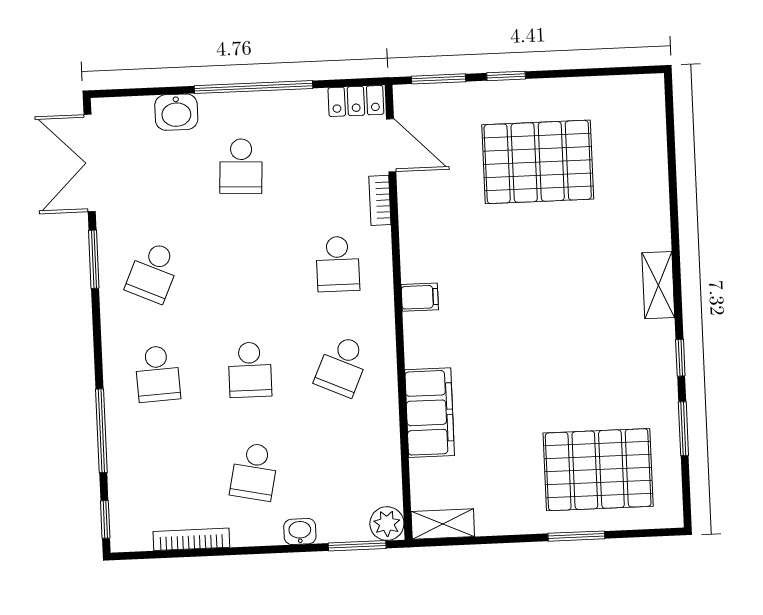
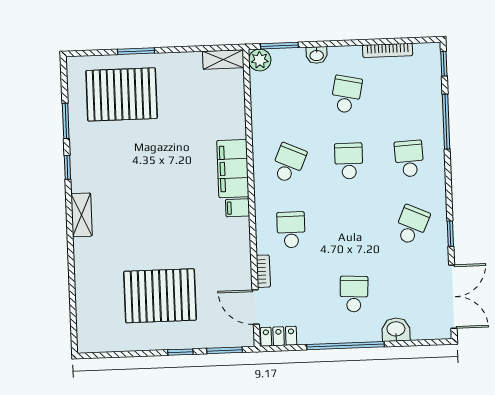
window: (94, 259) -> (450, 234), width x0.67
filing cabinet: (430, 413) -> (233, 169), moved

